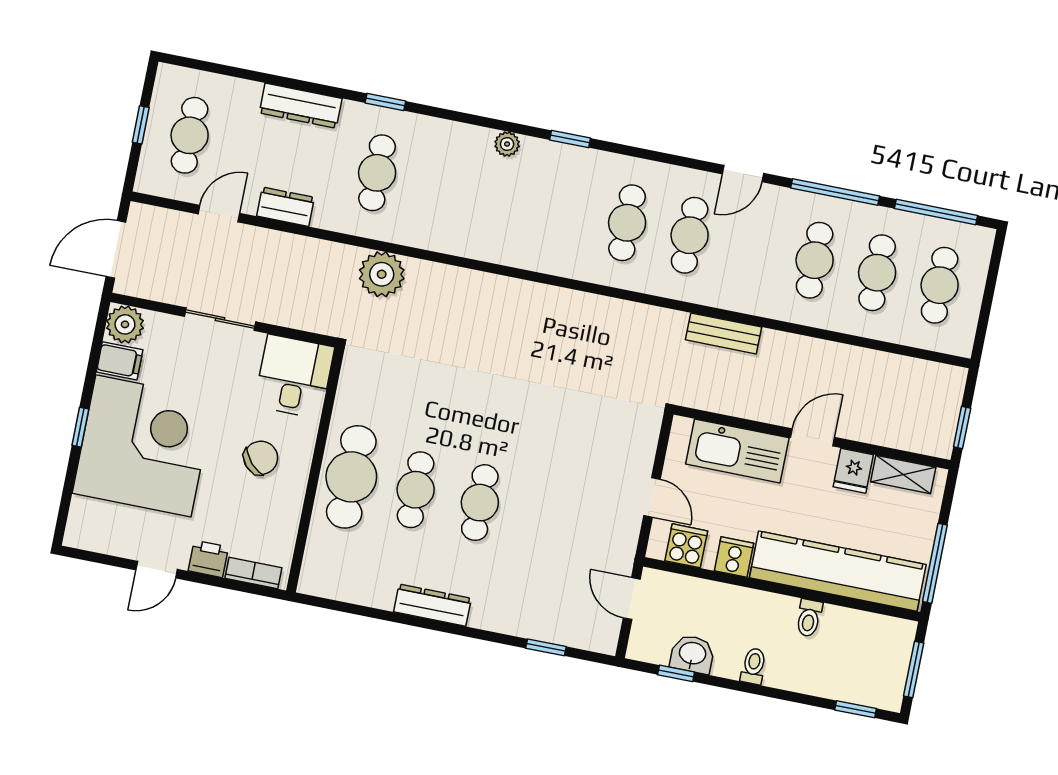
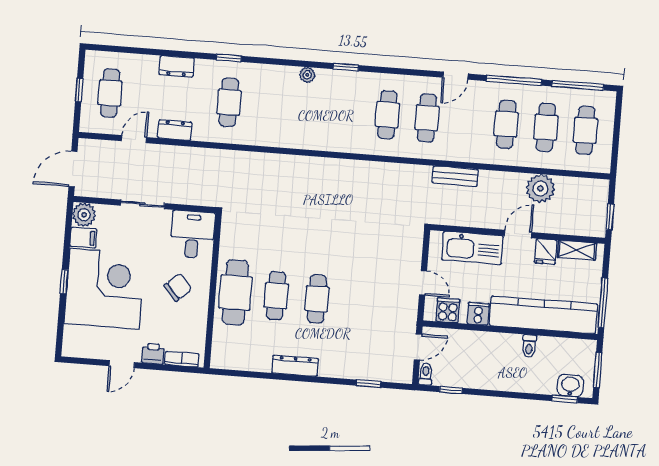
dresser: (301, 106) -> (177, 66), width x0.70
plant: (382, 274) -> (540, 188), moved
door: (632, 599) -> (418, 347), swing flipped
washbasin: (692, 654) -> (570, 386), moved
toilet: (753, 666) -> (426, 374), moved

